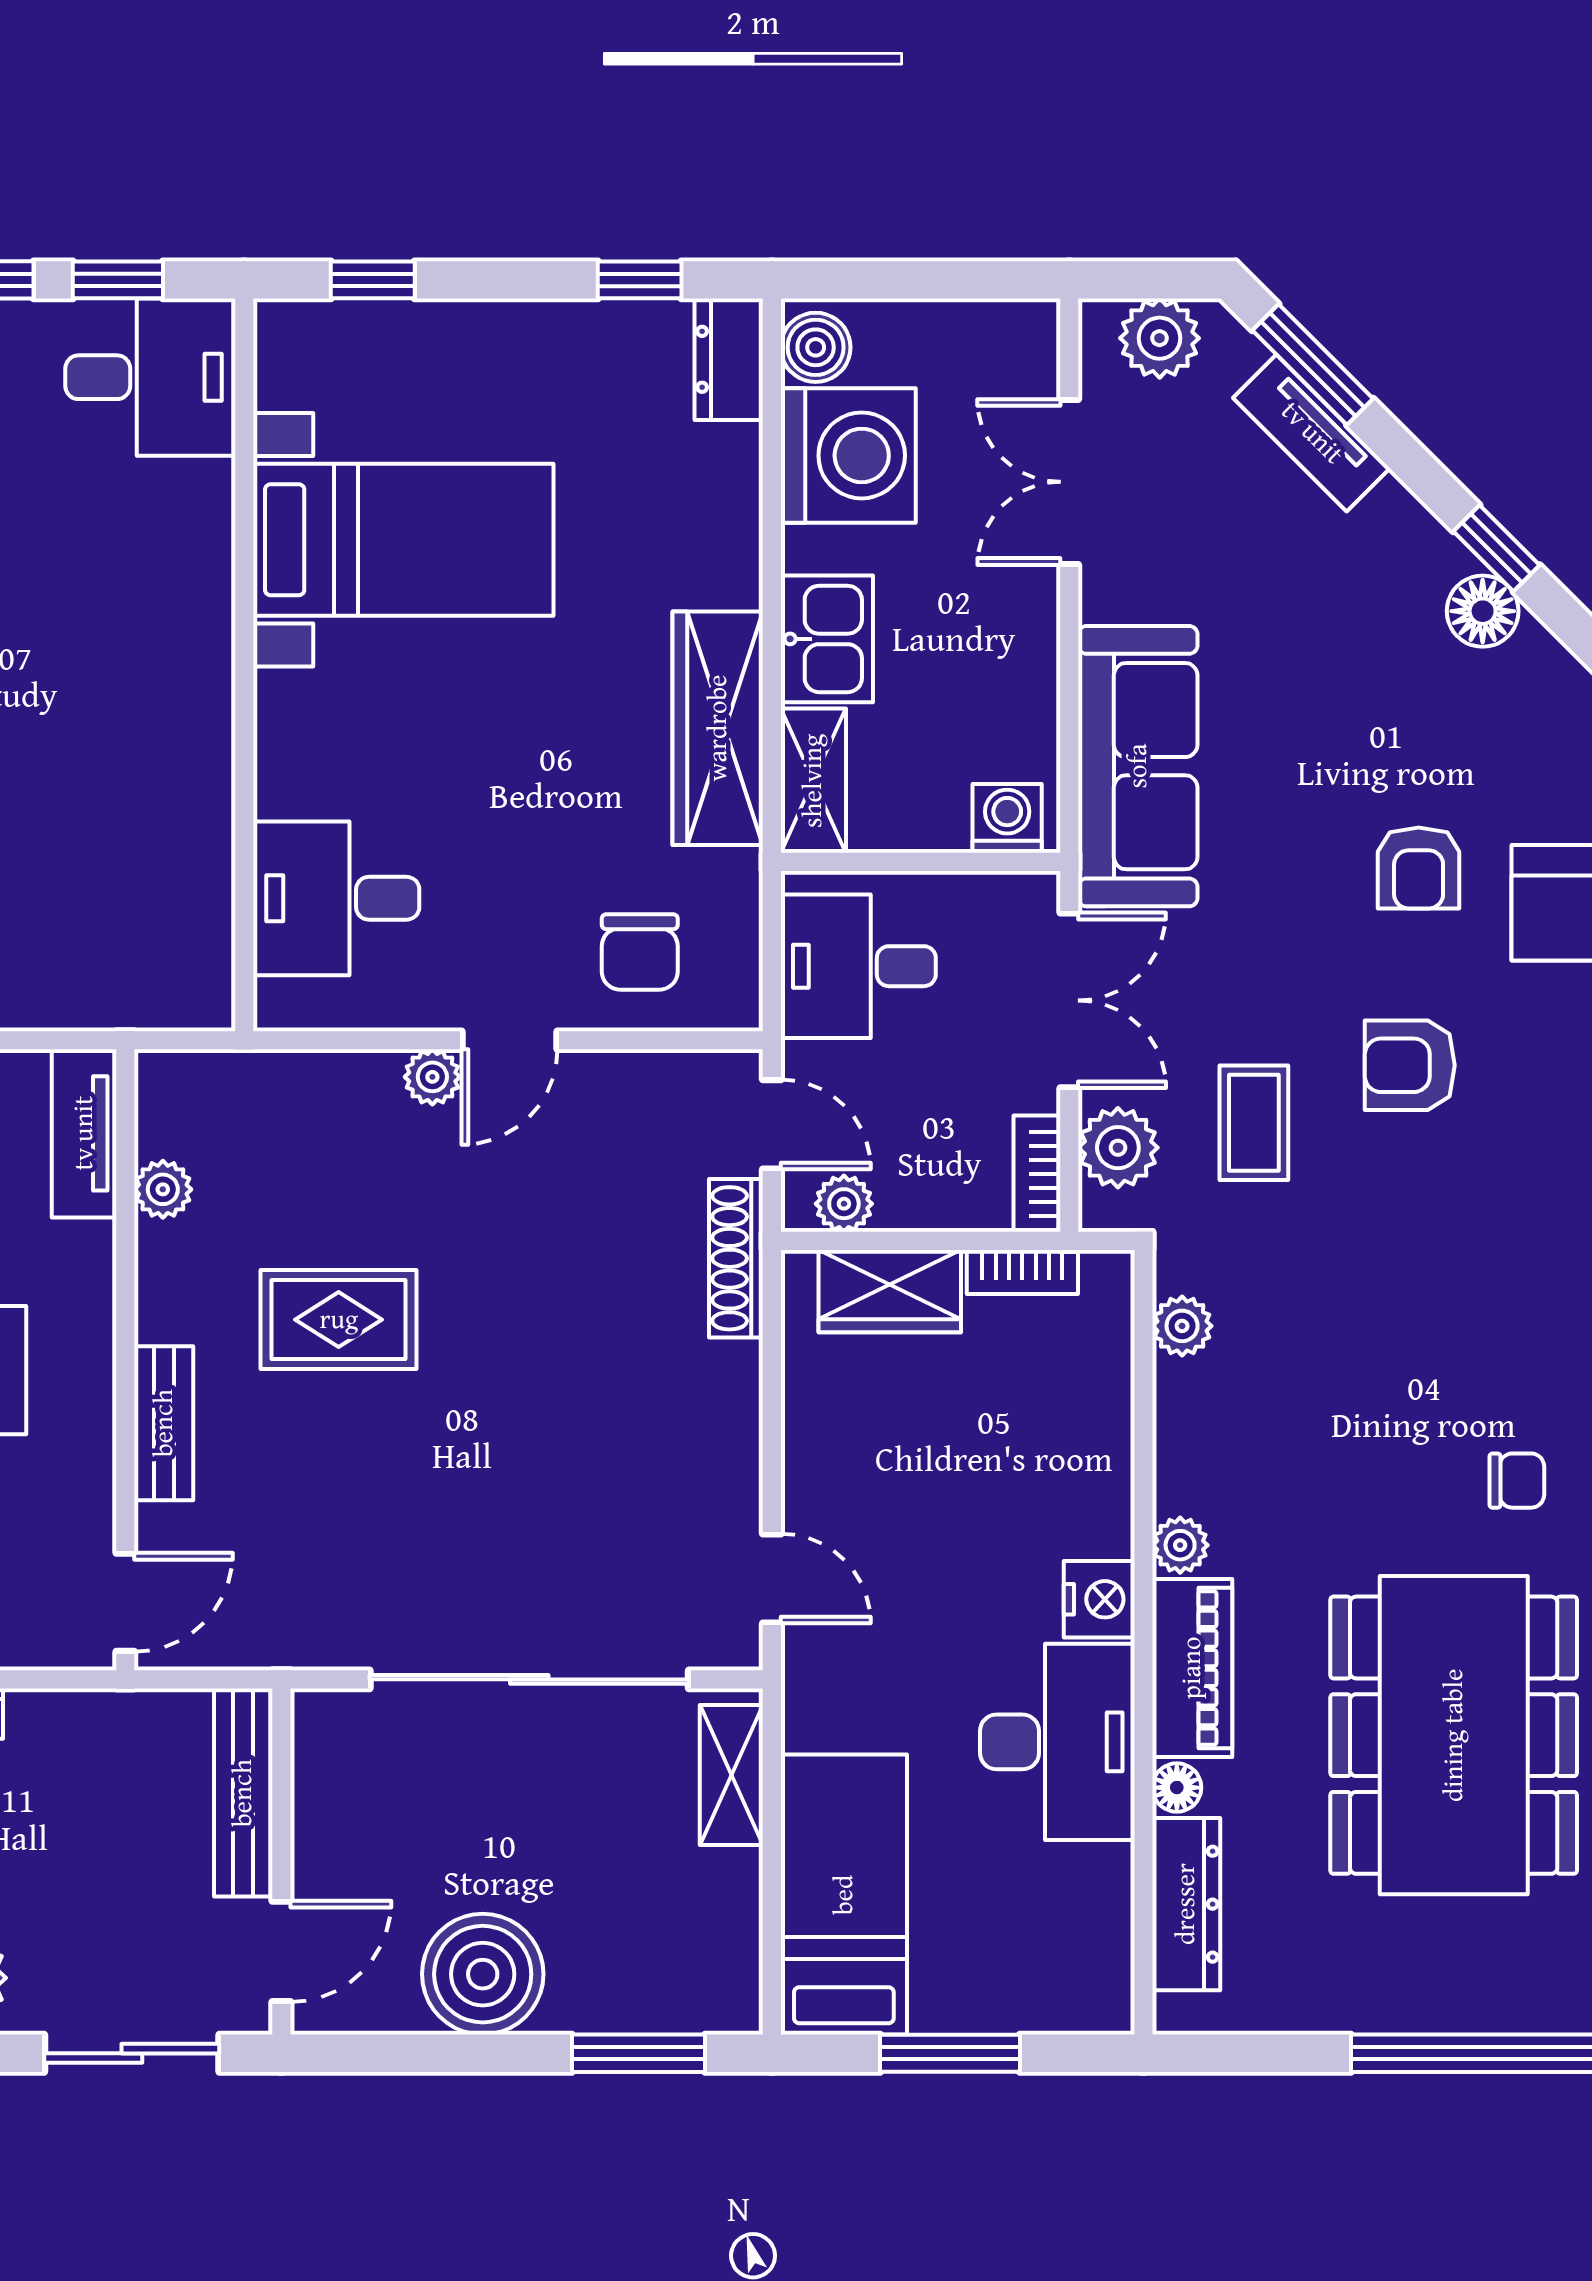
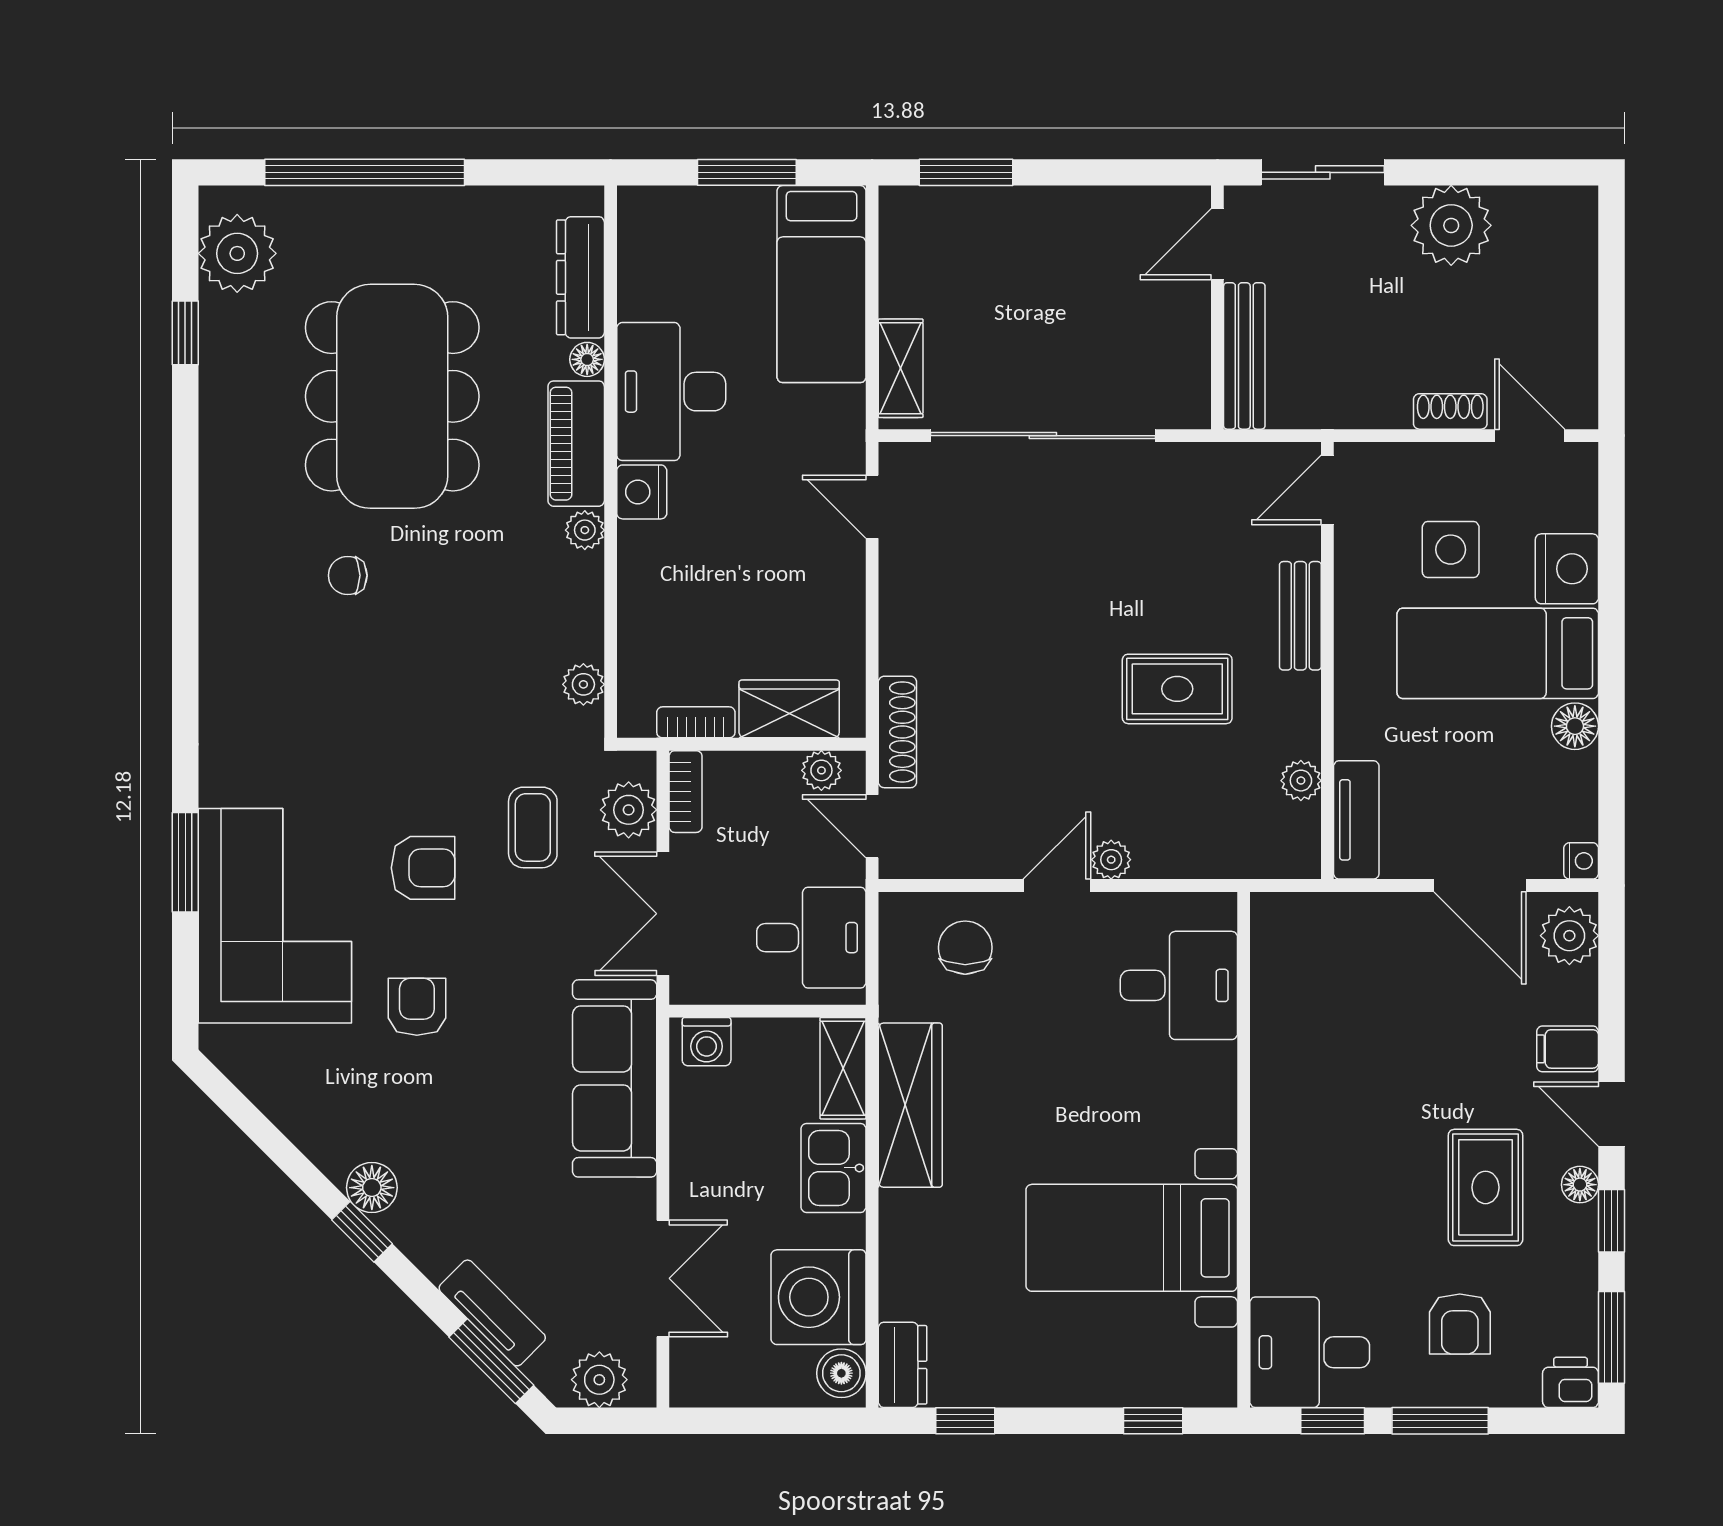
boiler: (483, 1974) -> (1076, 228), removed

